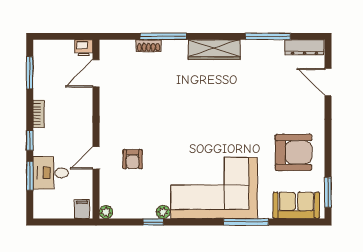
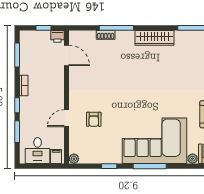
window: (65, 36) -> (43, 28), added
door: (96, 73) -> (66, 55), swing flipped
desk: (51, 173) -> (38, 151), moved, turned -90
plant: (163, 212) -> (193, 159), moved
window: (246, 222) -> (150, 166), moved

